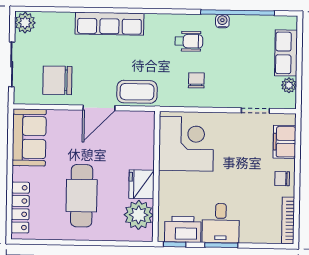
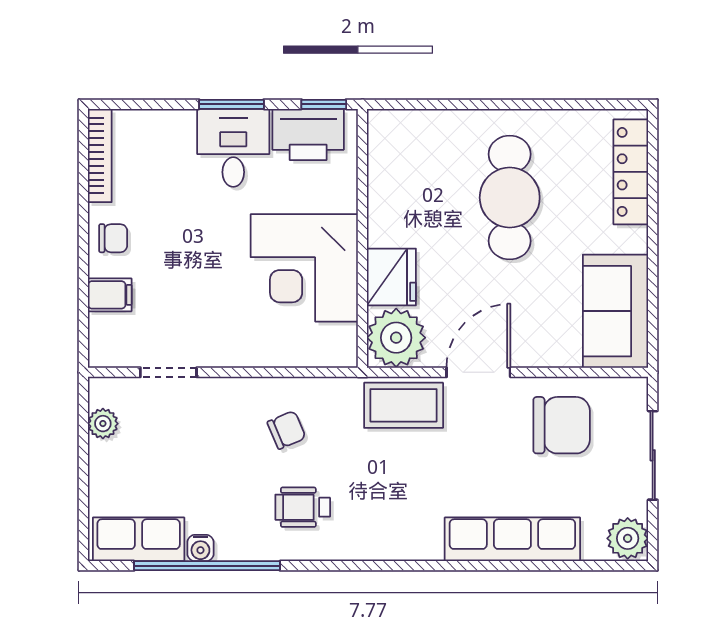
water cooler: (222, 21) -> (200, 548), moved
row of seats: (109, 24) -> (512, 539), moved
row of seats: (286, 53) -> (139, 539), moved, turned -90
chair: (196, 80) -> (287, 430), turned -113
filing cabinet: (284, 142) -> (110, 295), width x0.50
corner desk: (186, 144) -> (304, 268), moved
fridge: (141, 184) -> (391, 277), moved
plant: (139, 215) -> (396, 338), moved

